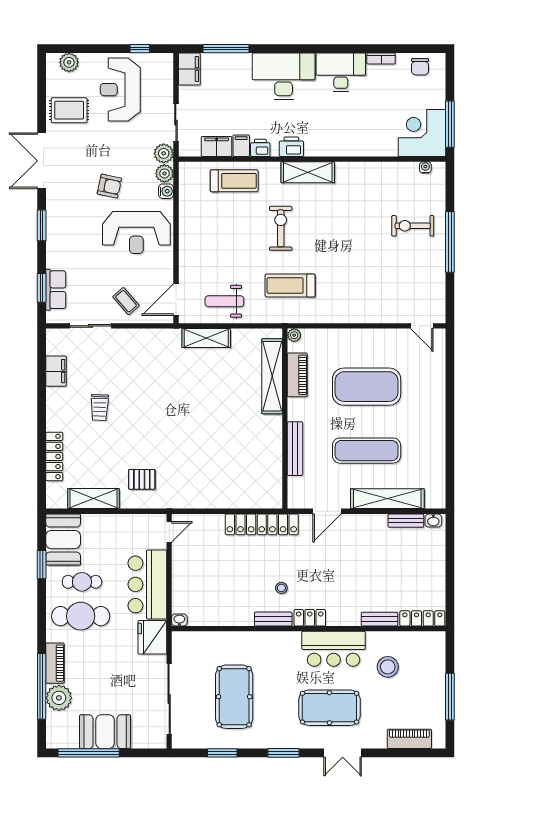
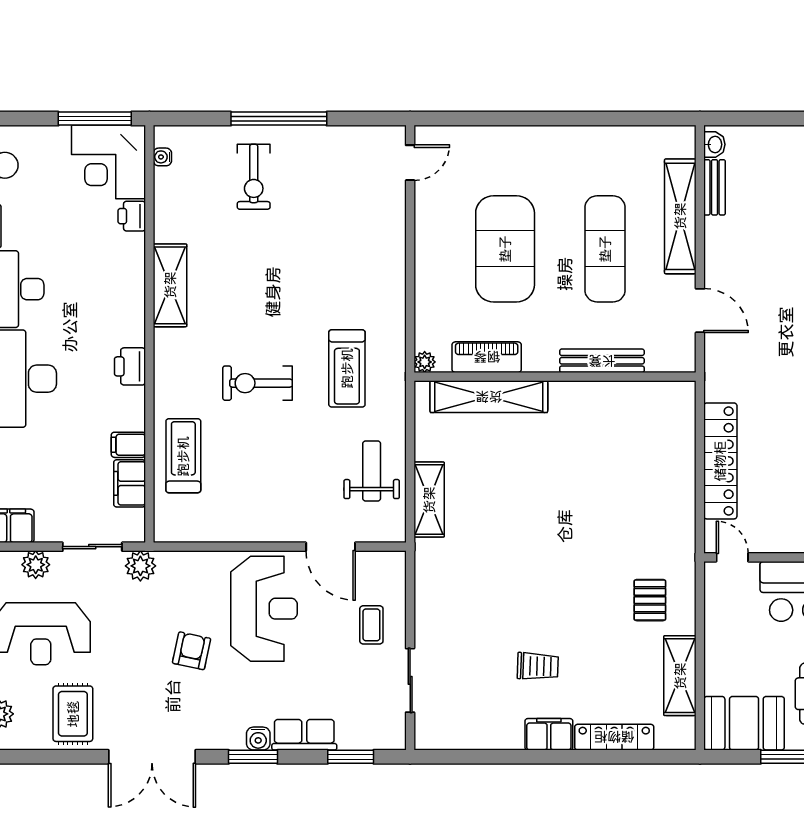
printer: (260, 148) -> (132, 216), moved
shelving: (308, 172) -> (170, 285), moved
plant: (164, 173) -> (36, 565), moved
water cooler: (166, 191) -> (258, 739), moved, turned 180
row of seats: (56, 290) -> (304, 735), moved
door: (176, 300) -> (331, 547), moved
coffee table: (126, 301) -> (371, 625), turned -49
weight bench: (224, 301) -> (372, 471), turned 180
filing cabinet: (56, 371) -> (549, 734), moved
locker: (262, 524) -> (720, 461), moved

